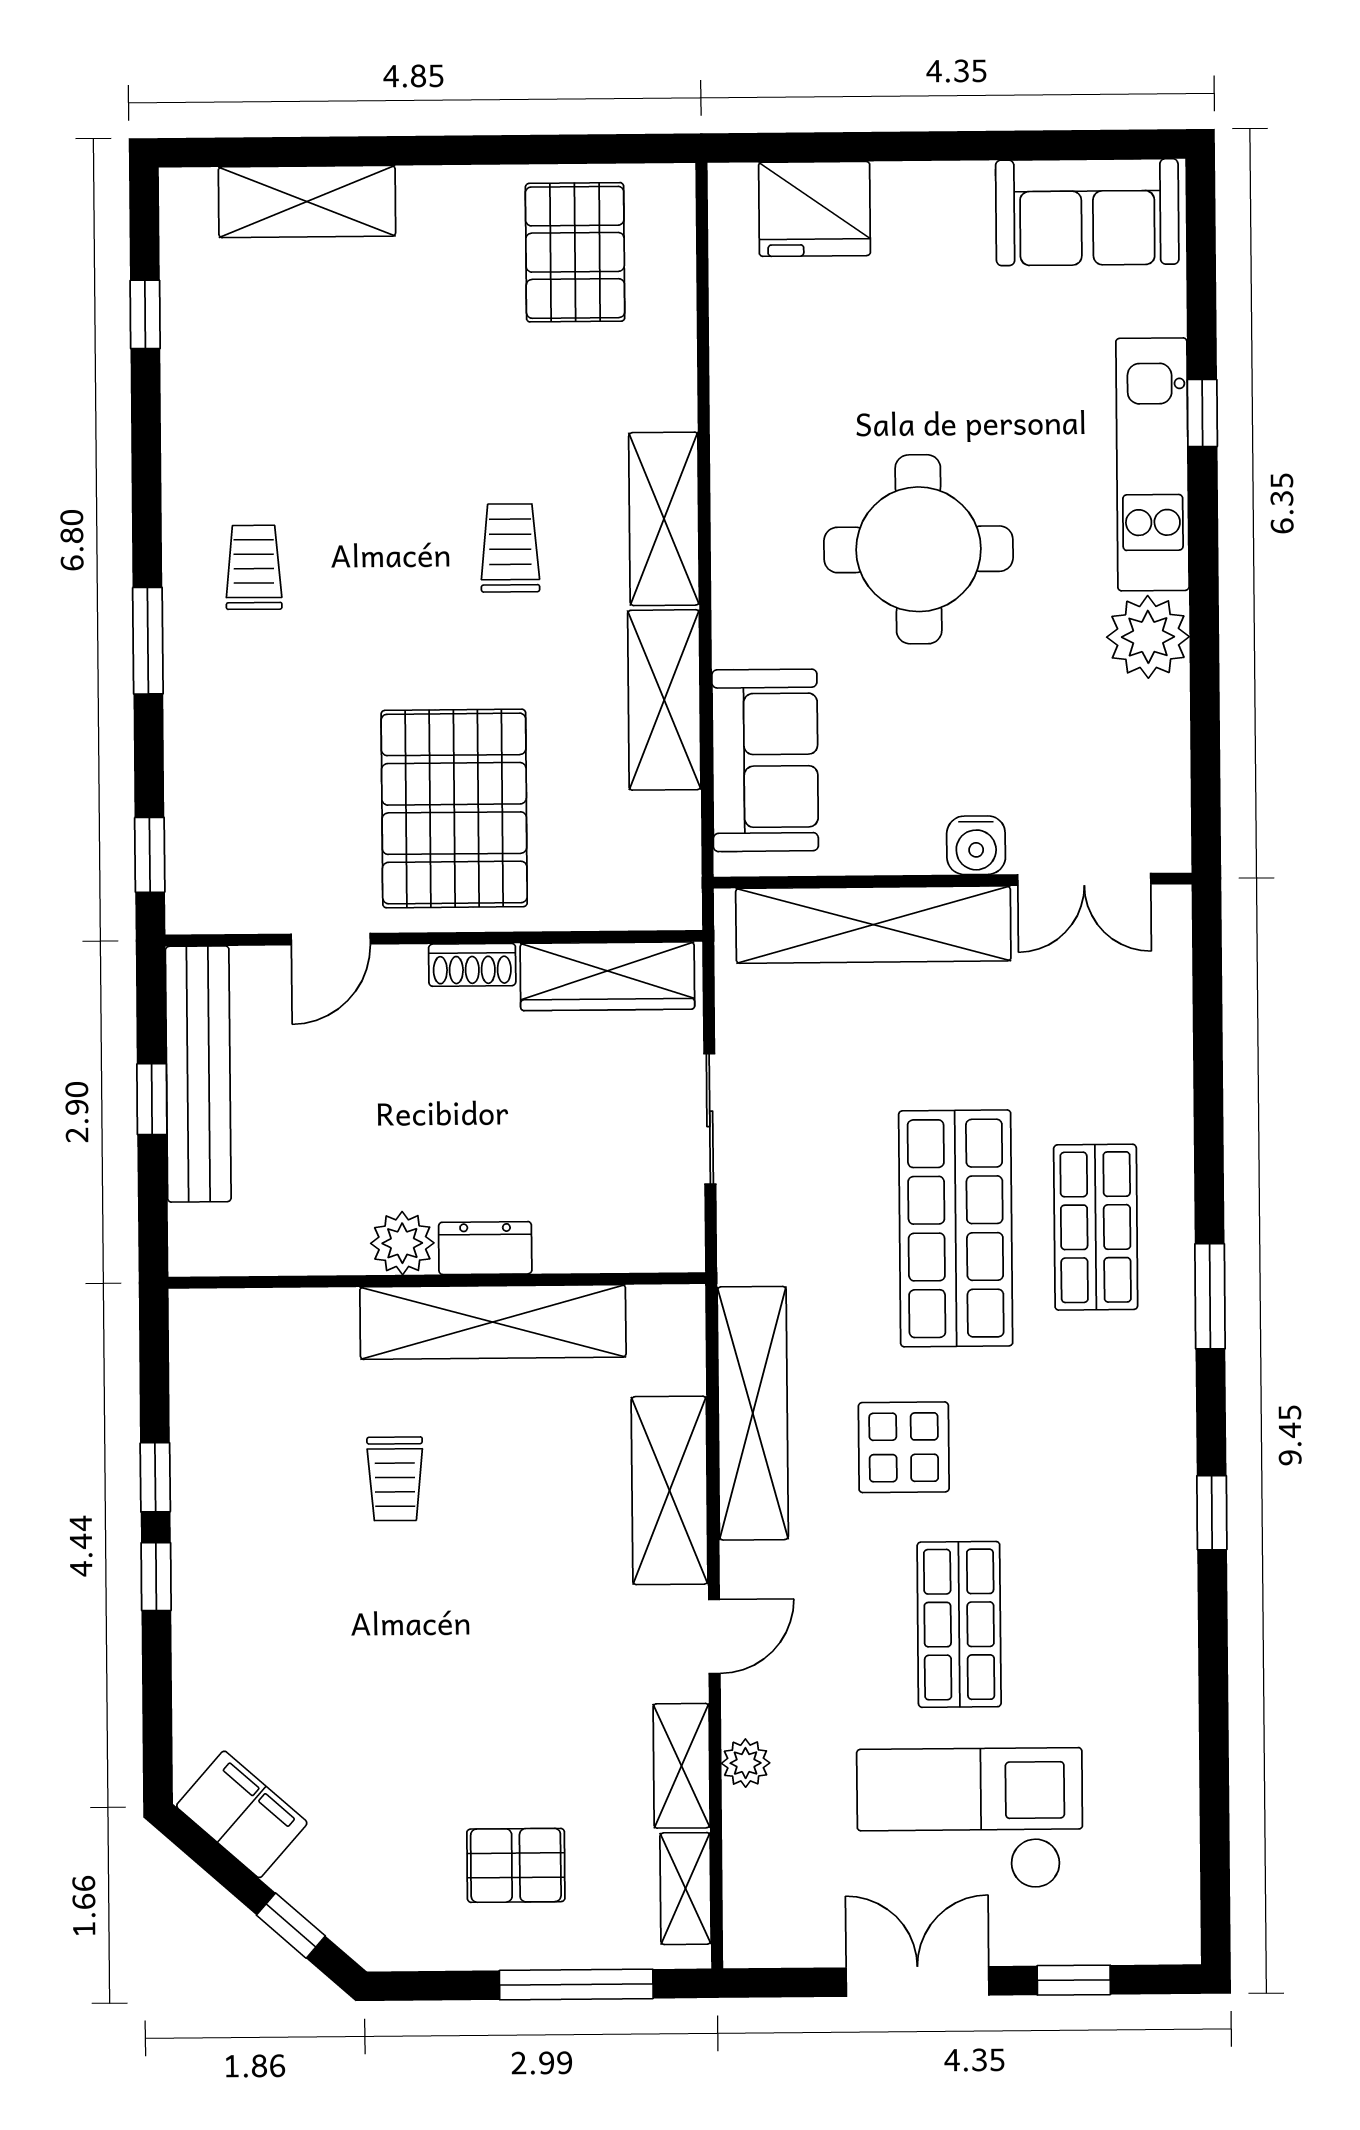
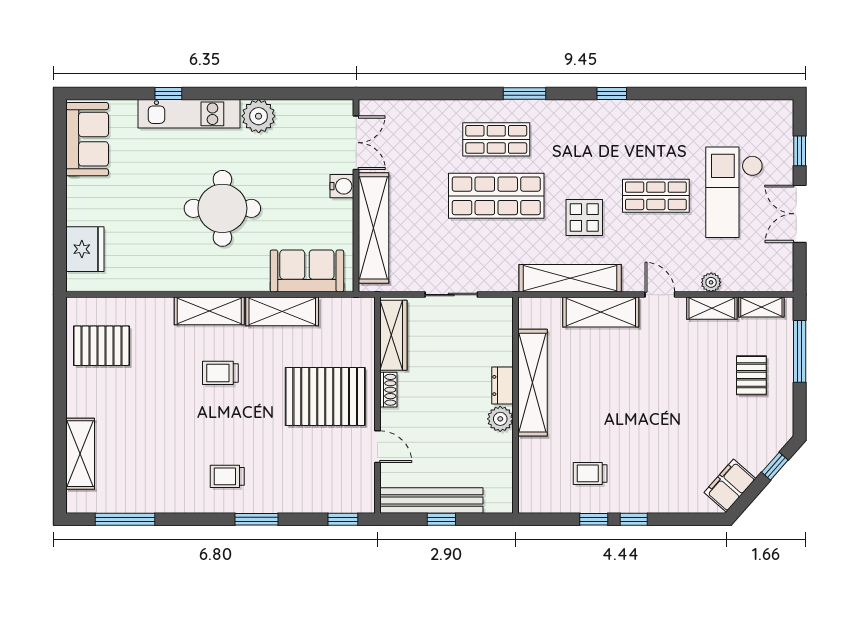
window: (145, 314) -> (125, 519), width x2.17
trolley: (395, 1479) -> (590, 473), moved, turned 180

